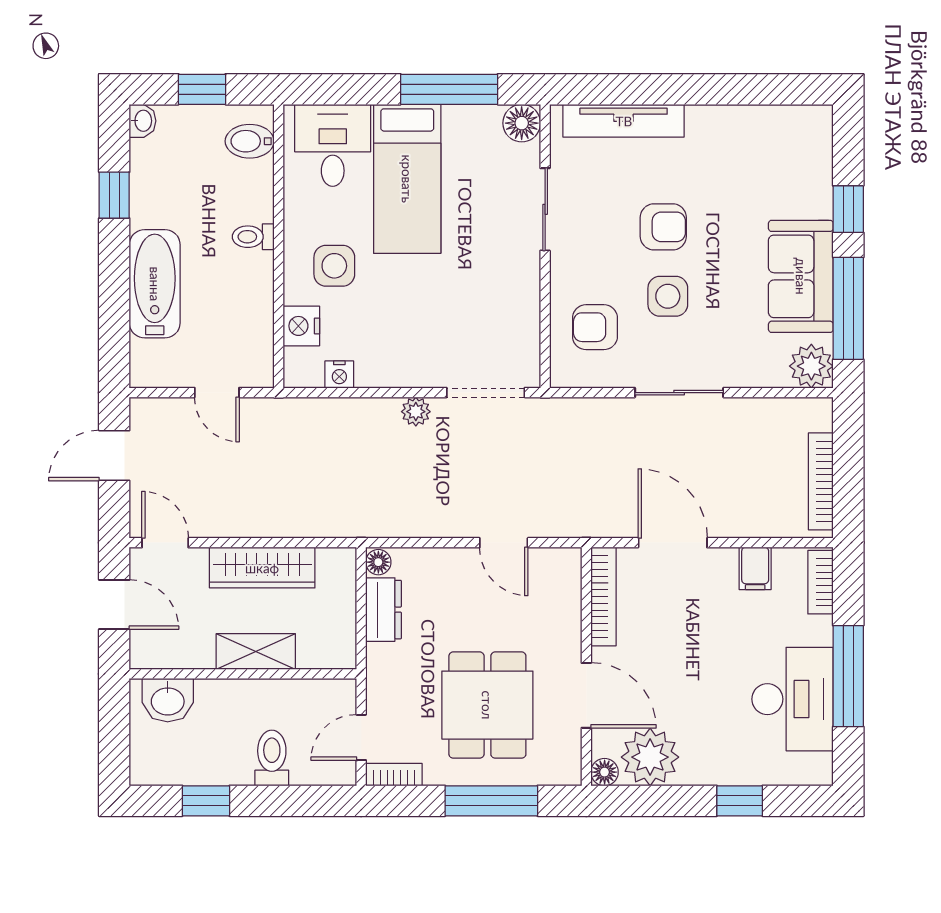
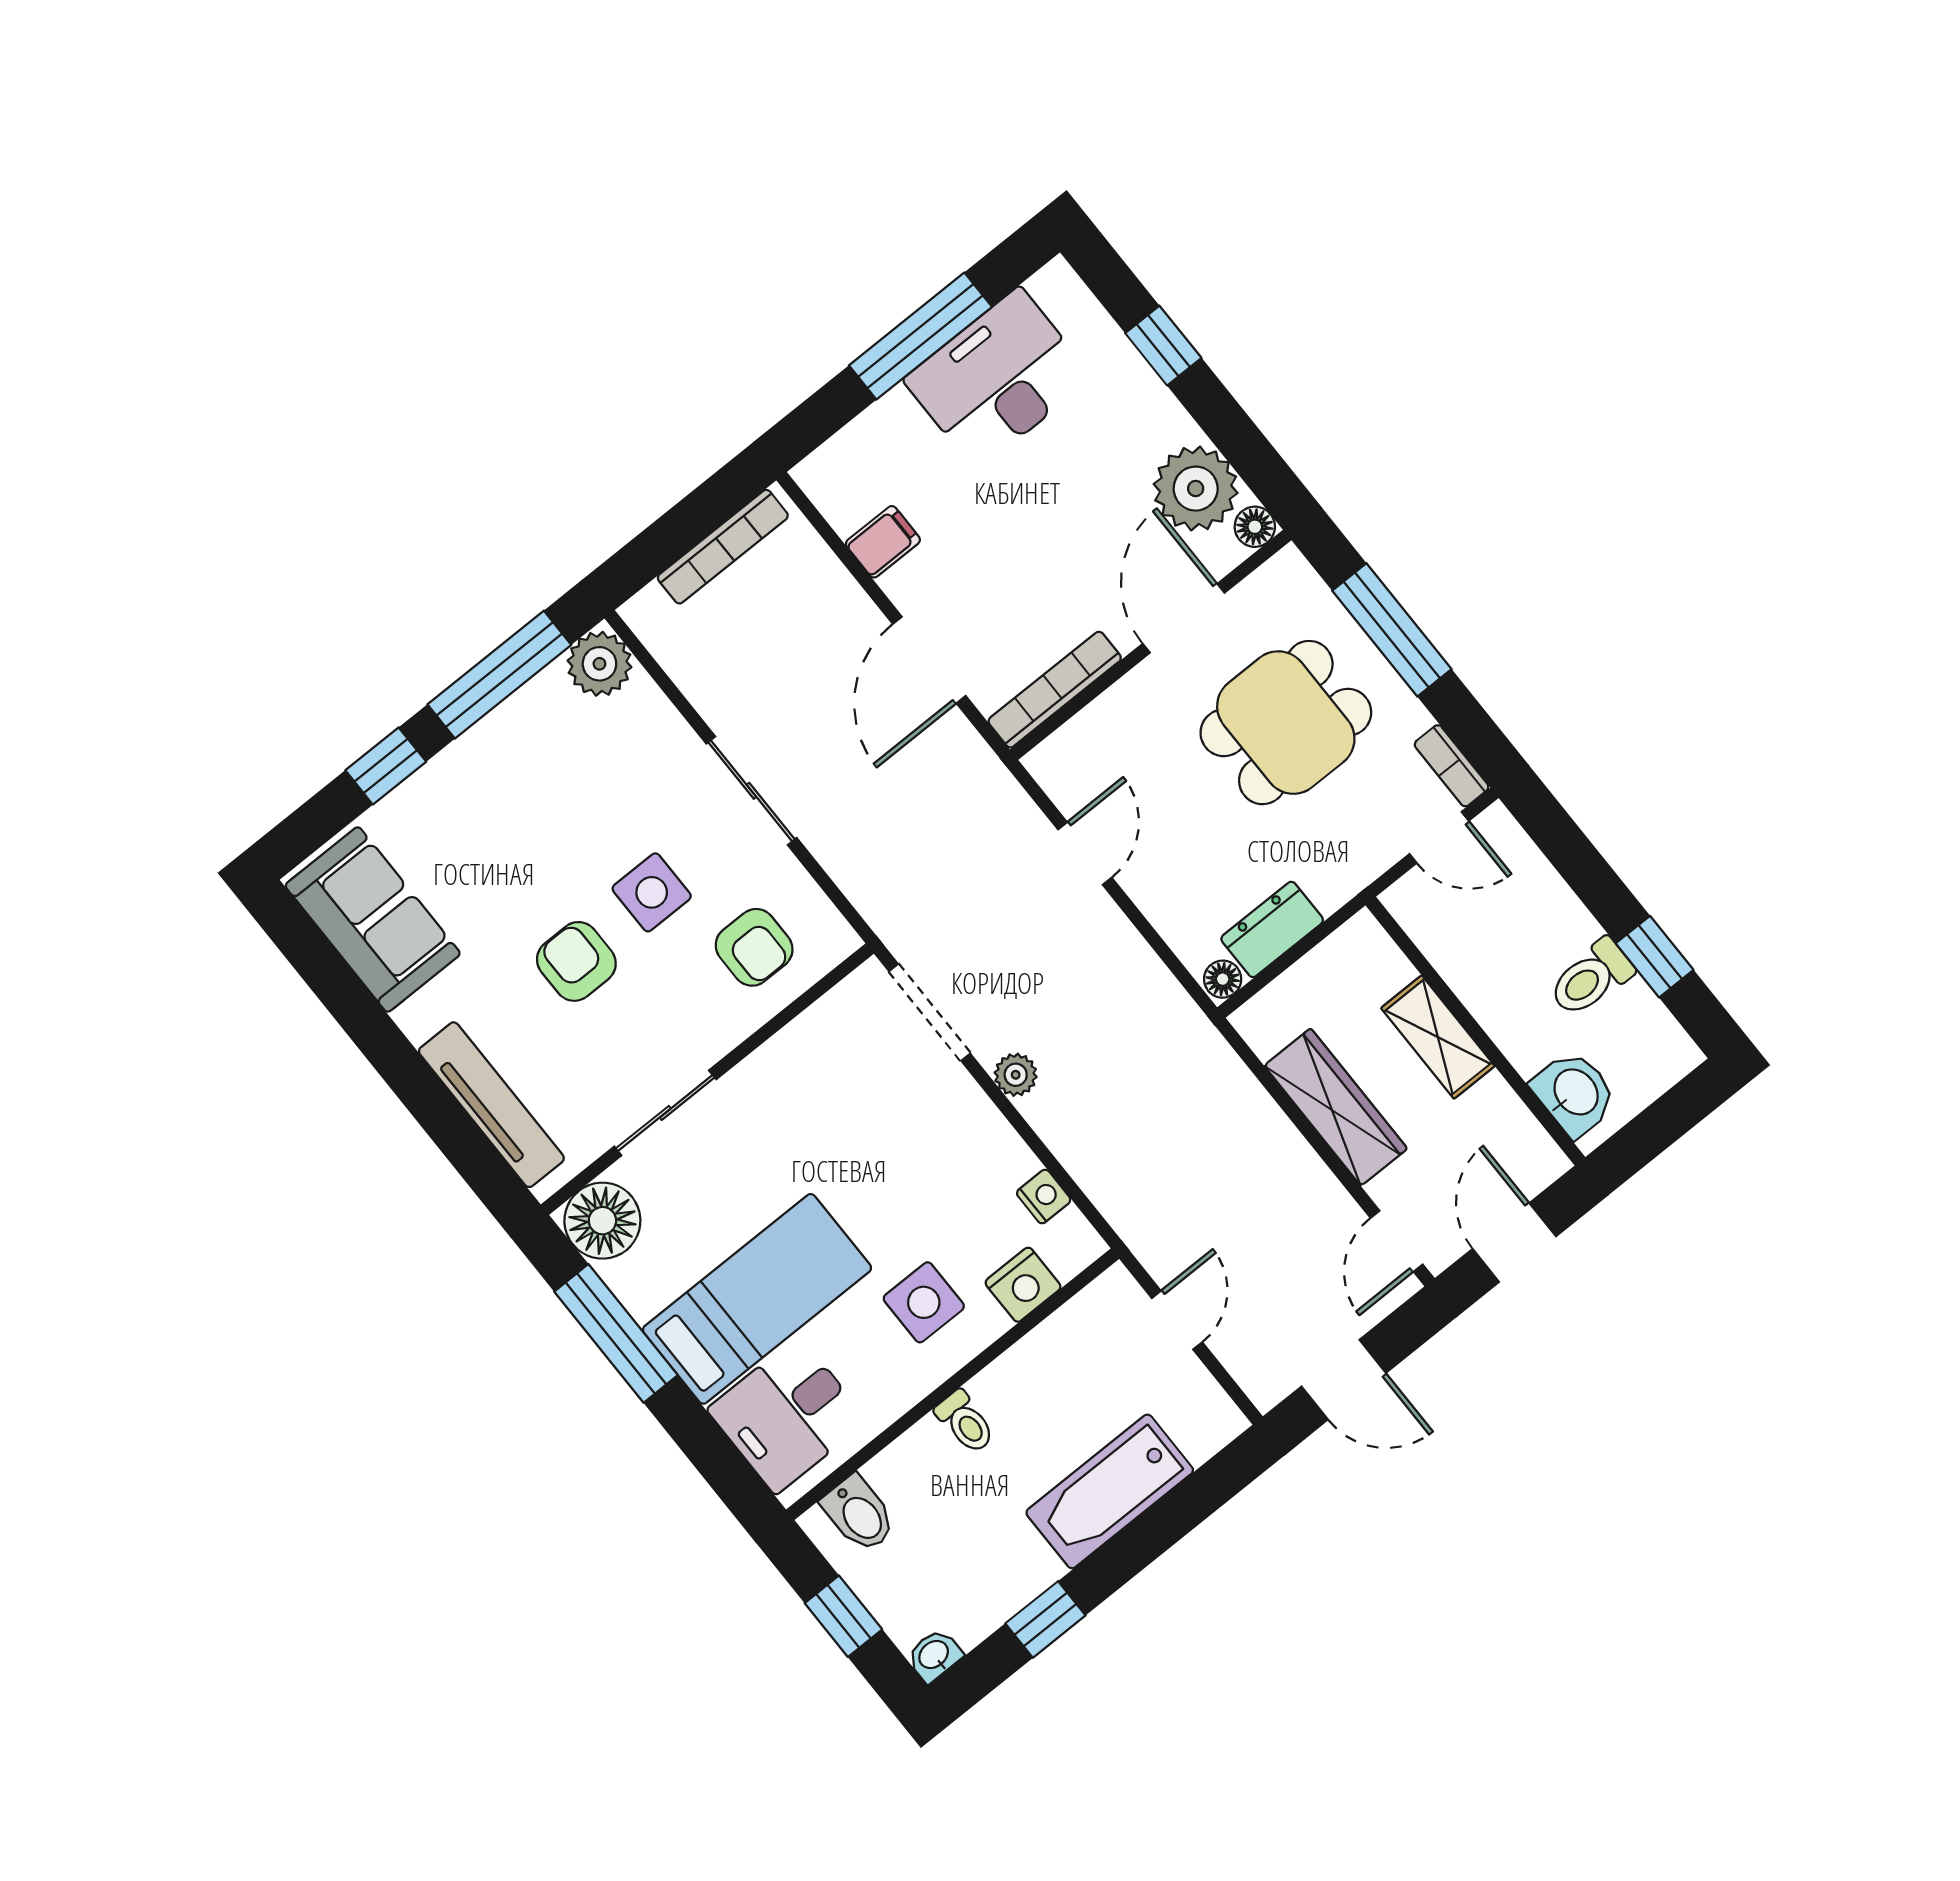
floor lamp: (522, 123) -> (602, 1221), width x1.38, depth x1.38
sofa: (801, 276) -> (373, 919), moved, turned -90
bookcase: (821, 582) -> (838, 454), removed
toilet: (272, 758) -> (1591, 978), moved

